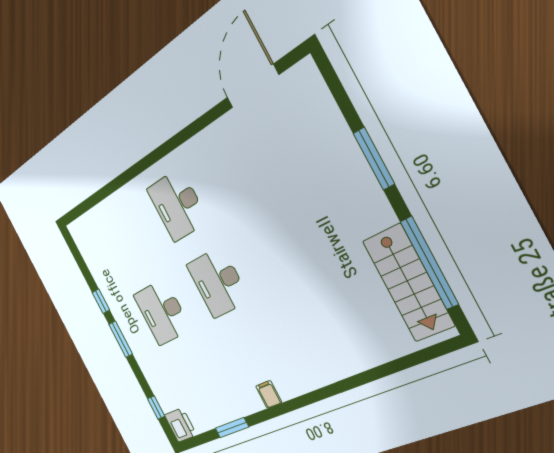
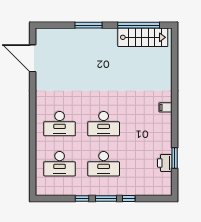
desk: (124, 239) -> (60, 164), added
filing cabinet: (269, 394) -> (166, 107), moved
window: (156, 408) -> (129, 199), moved
printer: (180, 425) -> (165, 163), moved, turned -90

